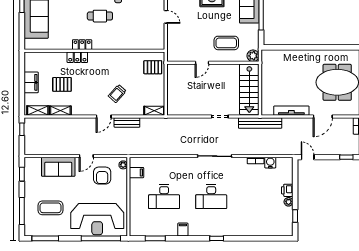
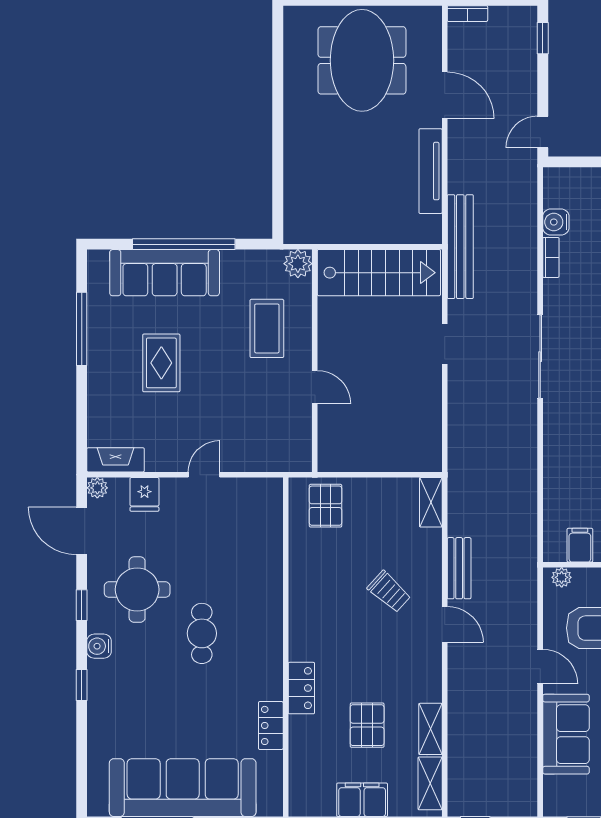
locker: (82, 45) -> (271, 725), moved

